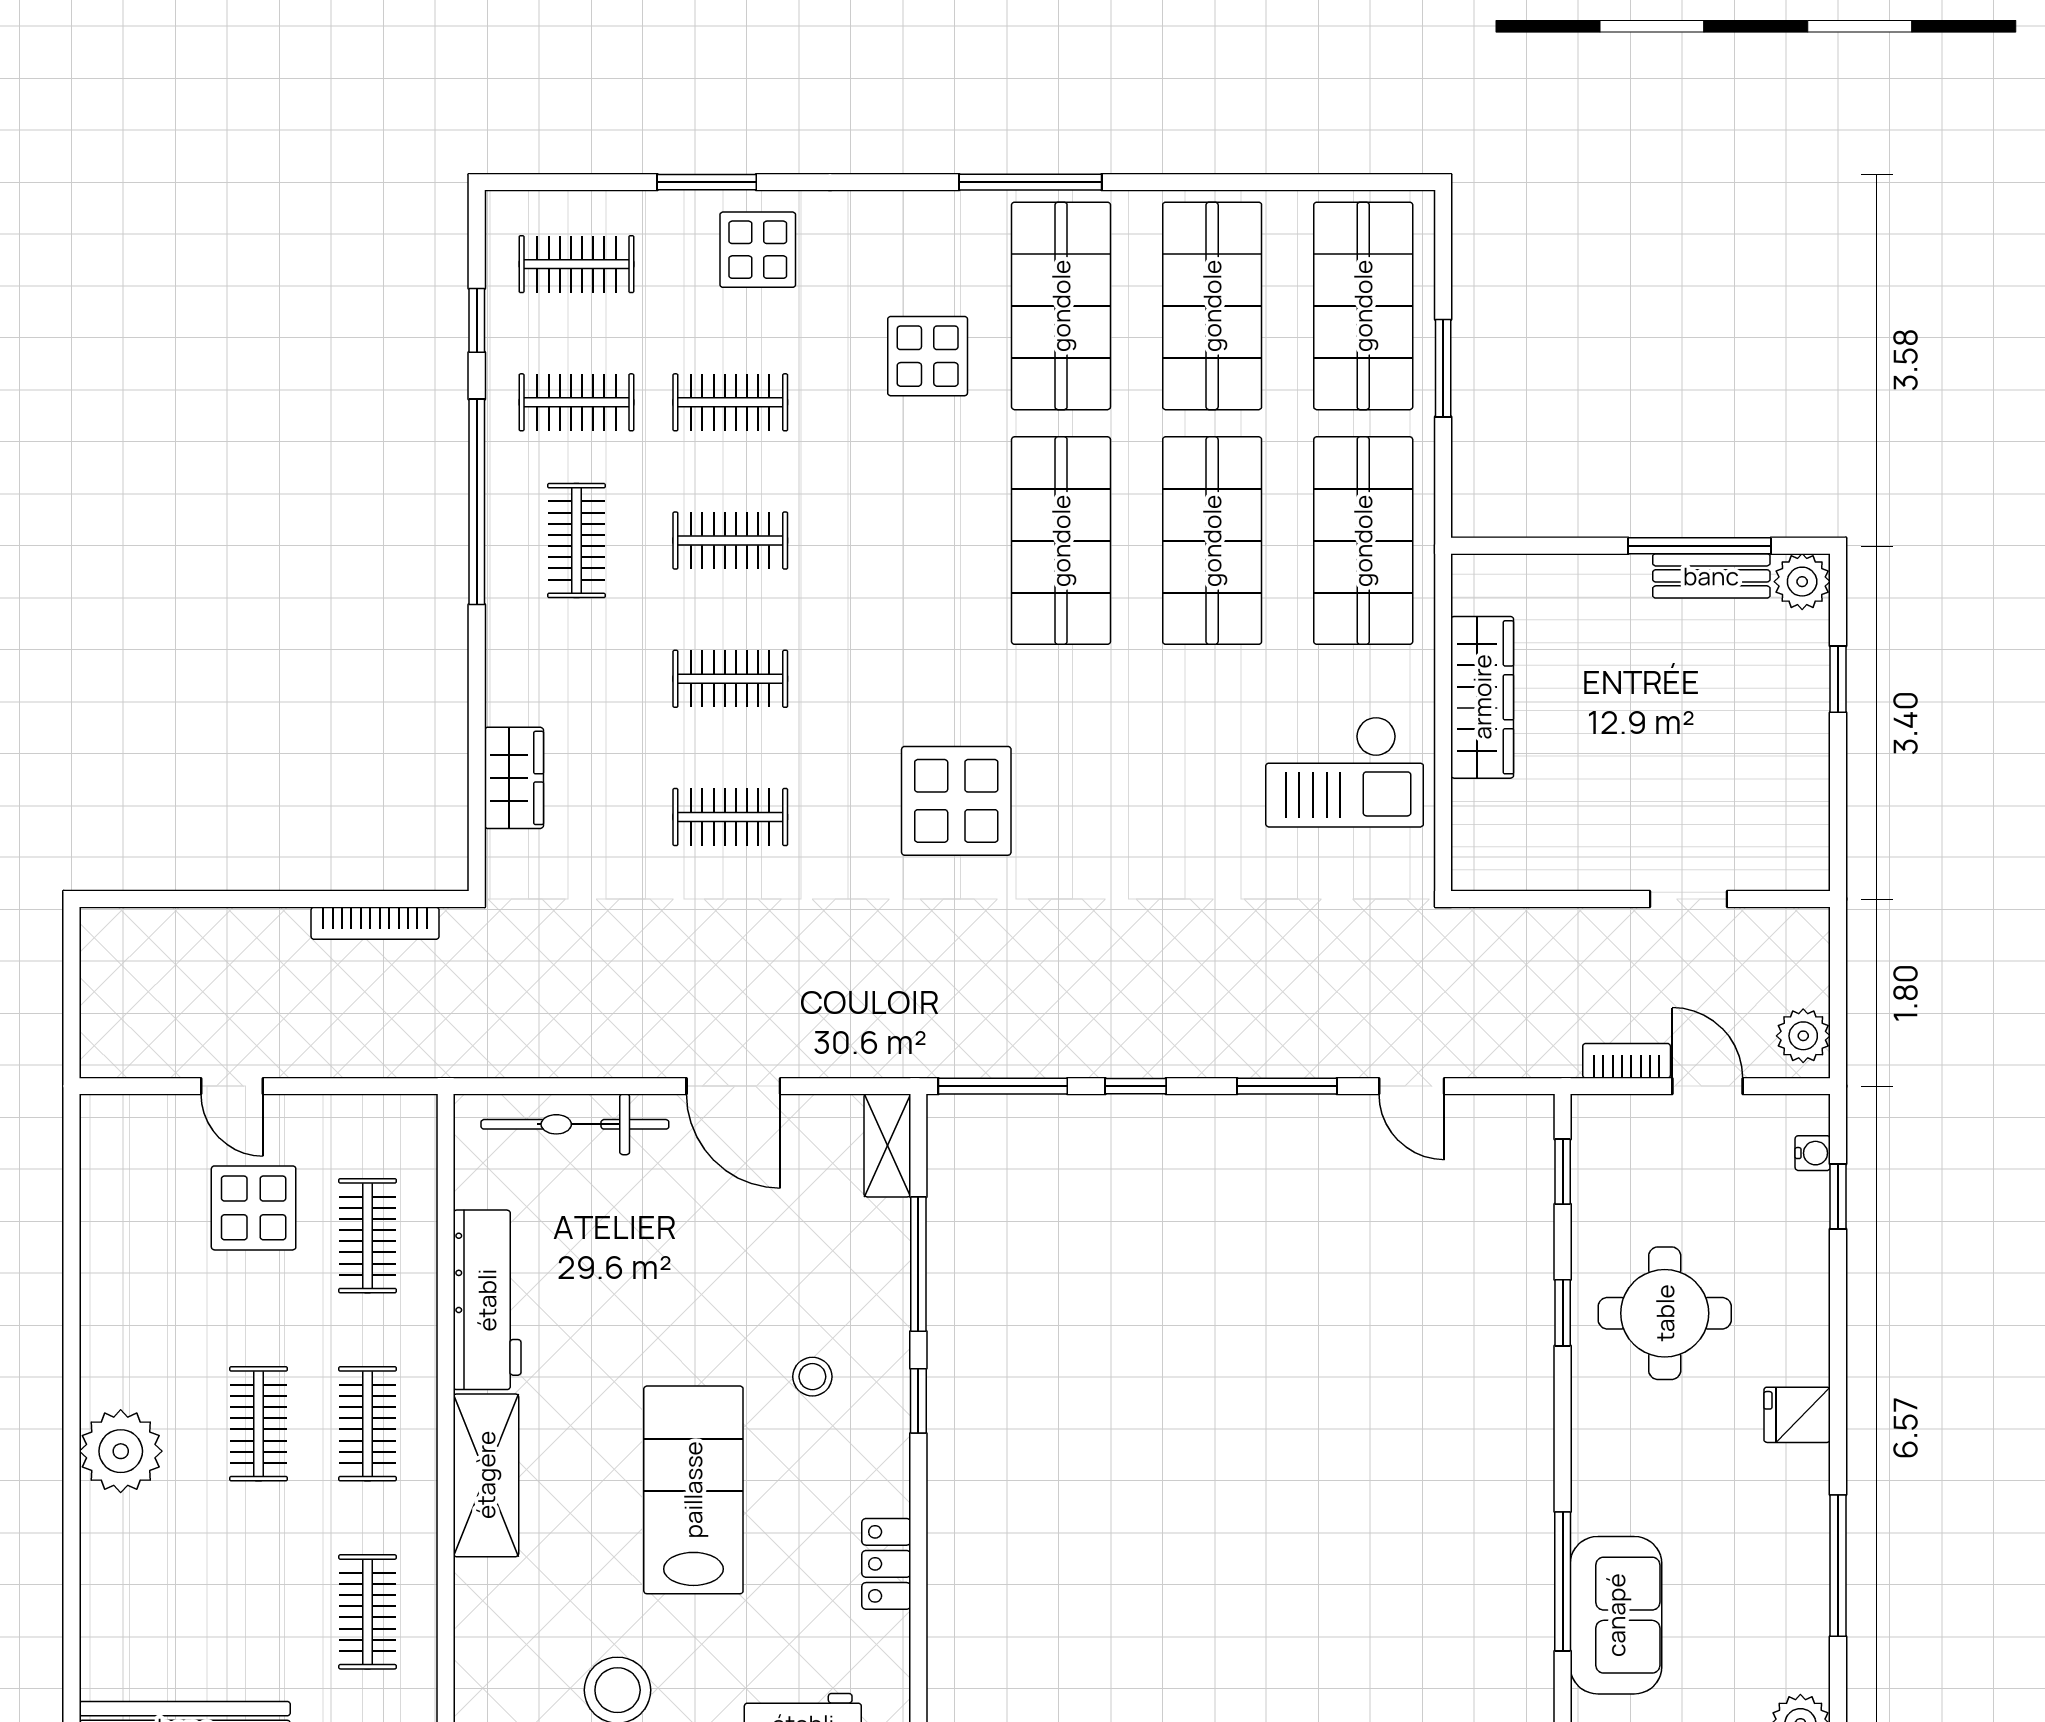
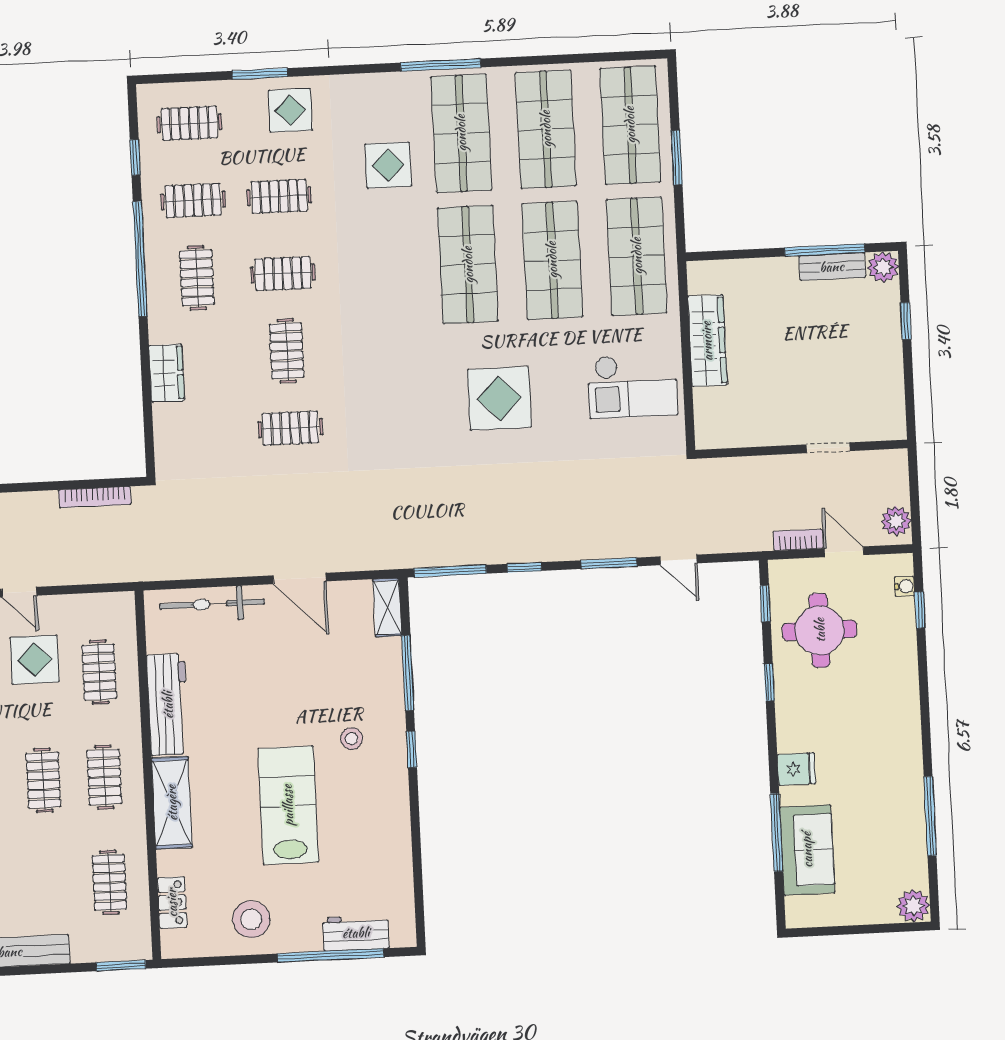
clothes rail: (730, 679) -> (287, 351), turned 90
wardrobe: (514, 778) -> (167, 373), moved
display table: (956, 801) -> (499, 398), moved
round table: (1665, 1313) -> (820, 630), moved
fridge: (1797, 1415) -> (796, 769), moved, turned 180
locker: (886, 1564) -> (172, 903), moved, turned 180

